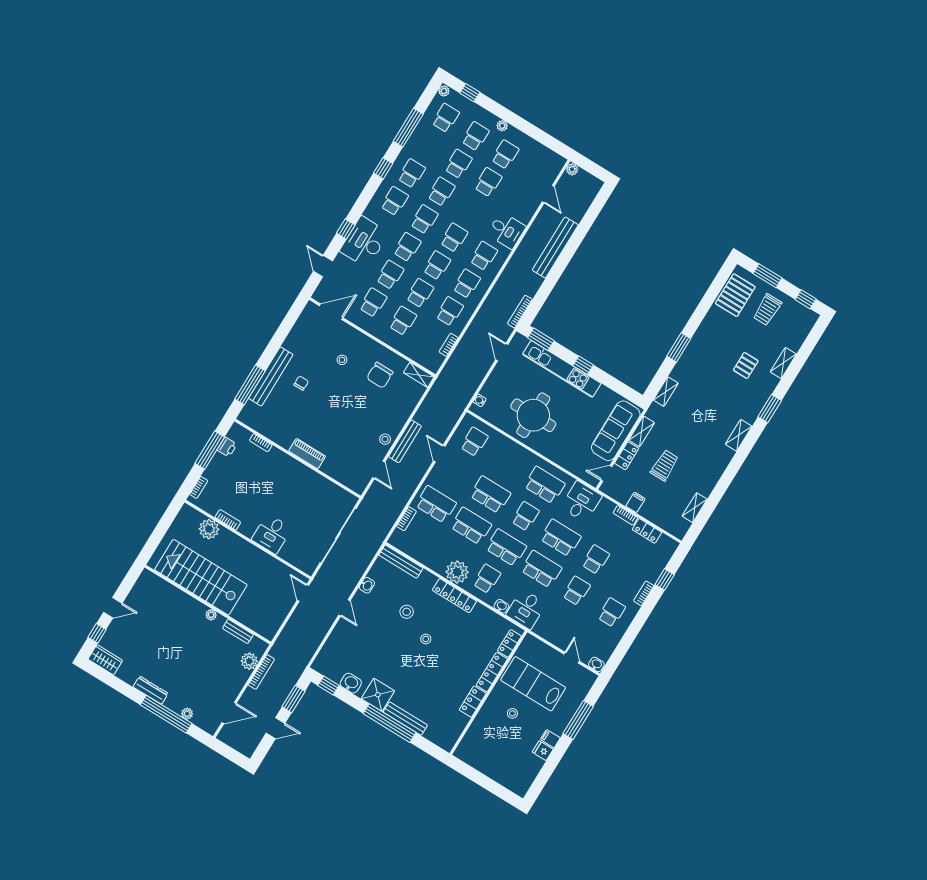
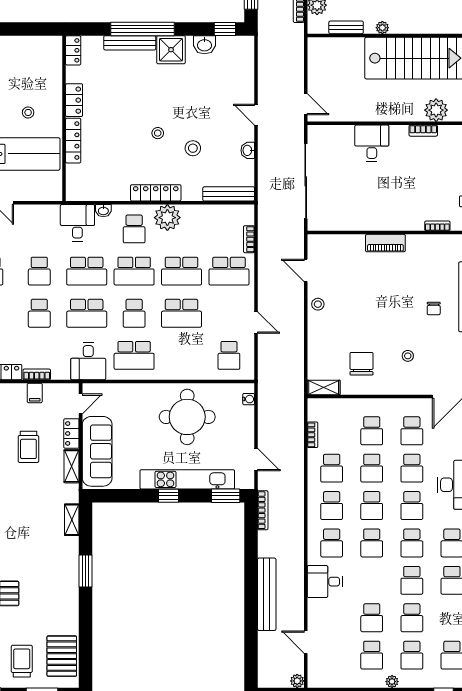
bench: (405, 441) -> (297, 314), removed
locker: (509, 643) -> (73, 50), moved

